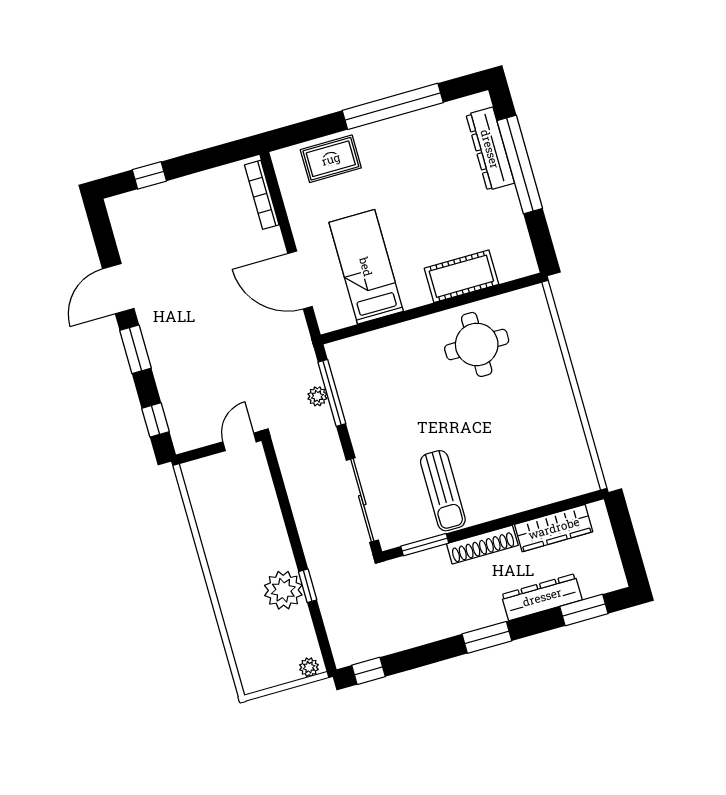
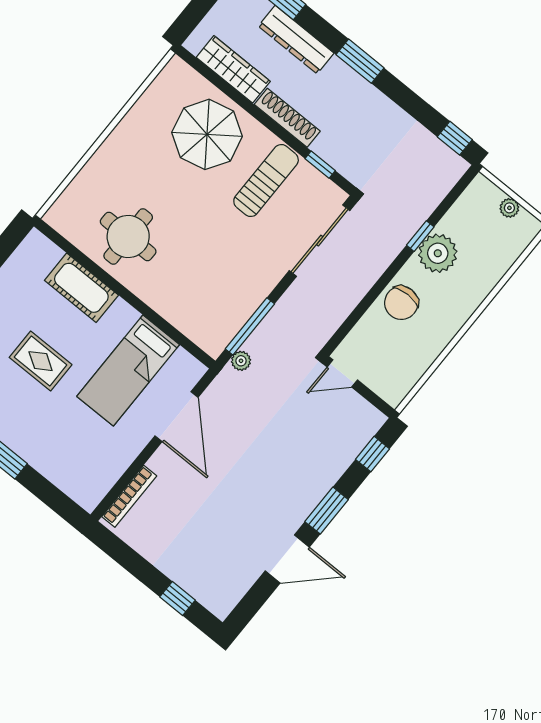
rug: (331, 159) -> (41, 361), moved
plant: (317, 396) -> (241, 361), moved
parasol: (515, 469) -> (207, 134), added
chair: (264, 531) -> (401, 303), added
window: (425, 545) -> (320, 165), width x0.67
plant: (309, 667) -> (509, 208), moved

